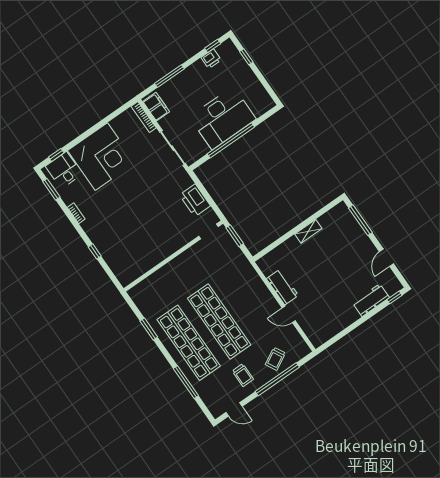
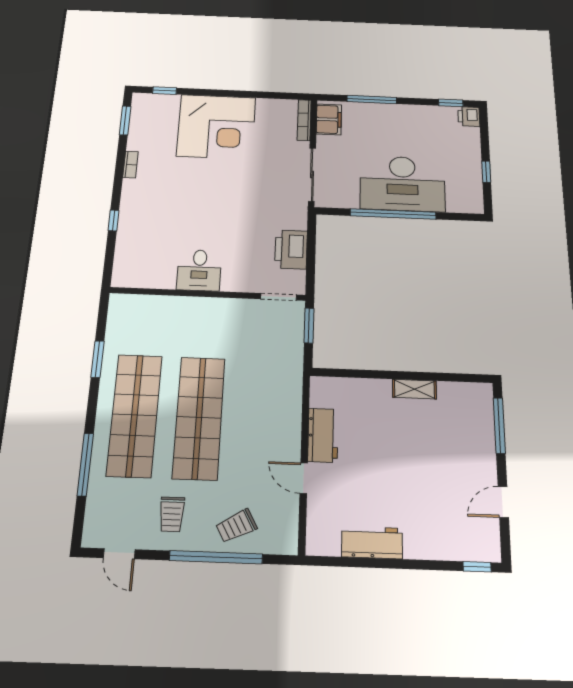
window: (246, 57) -> (486, 172), moved
printer: (211, 59) -> (469, 117), moved, turned 90
desk: (64, 170) -> (199, 270), moved, turned 180
workbench: (371, 300) -> (372, 543), moved

